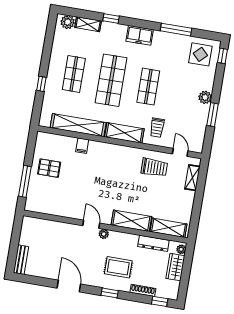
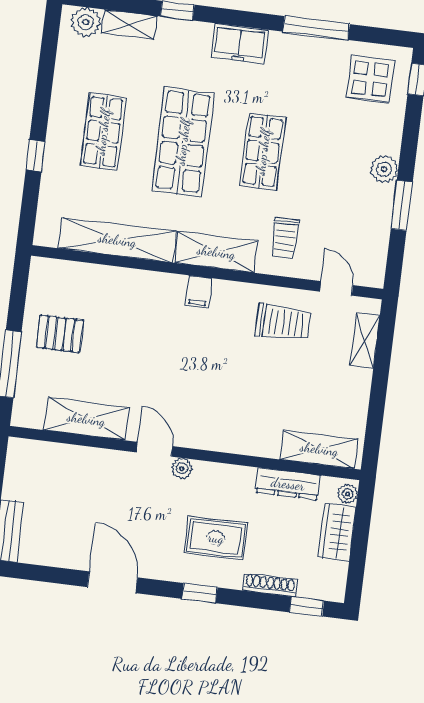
filing cabinet: (82, 146) -> (199, 292), moved
shelving: (131, 221) -> (86, 419), moved

